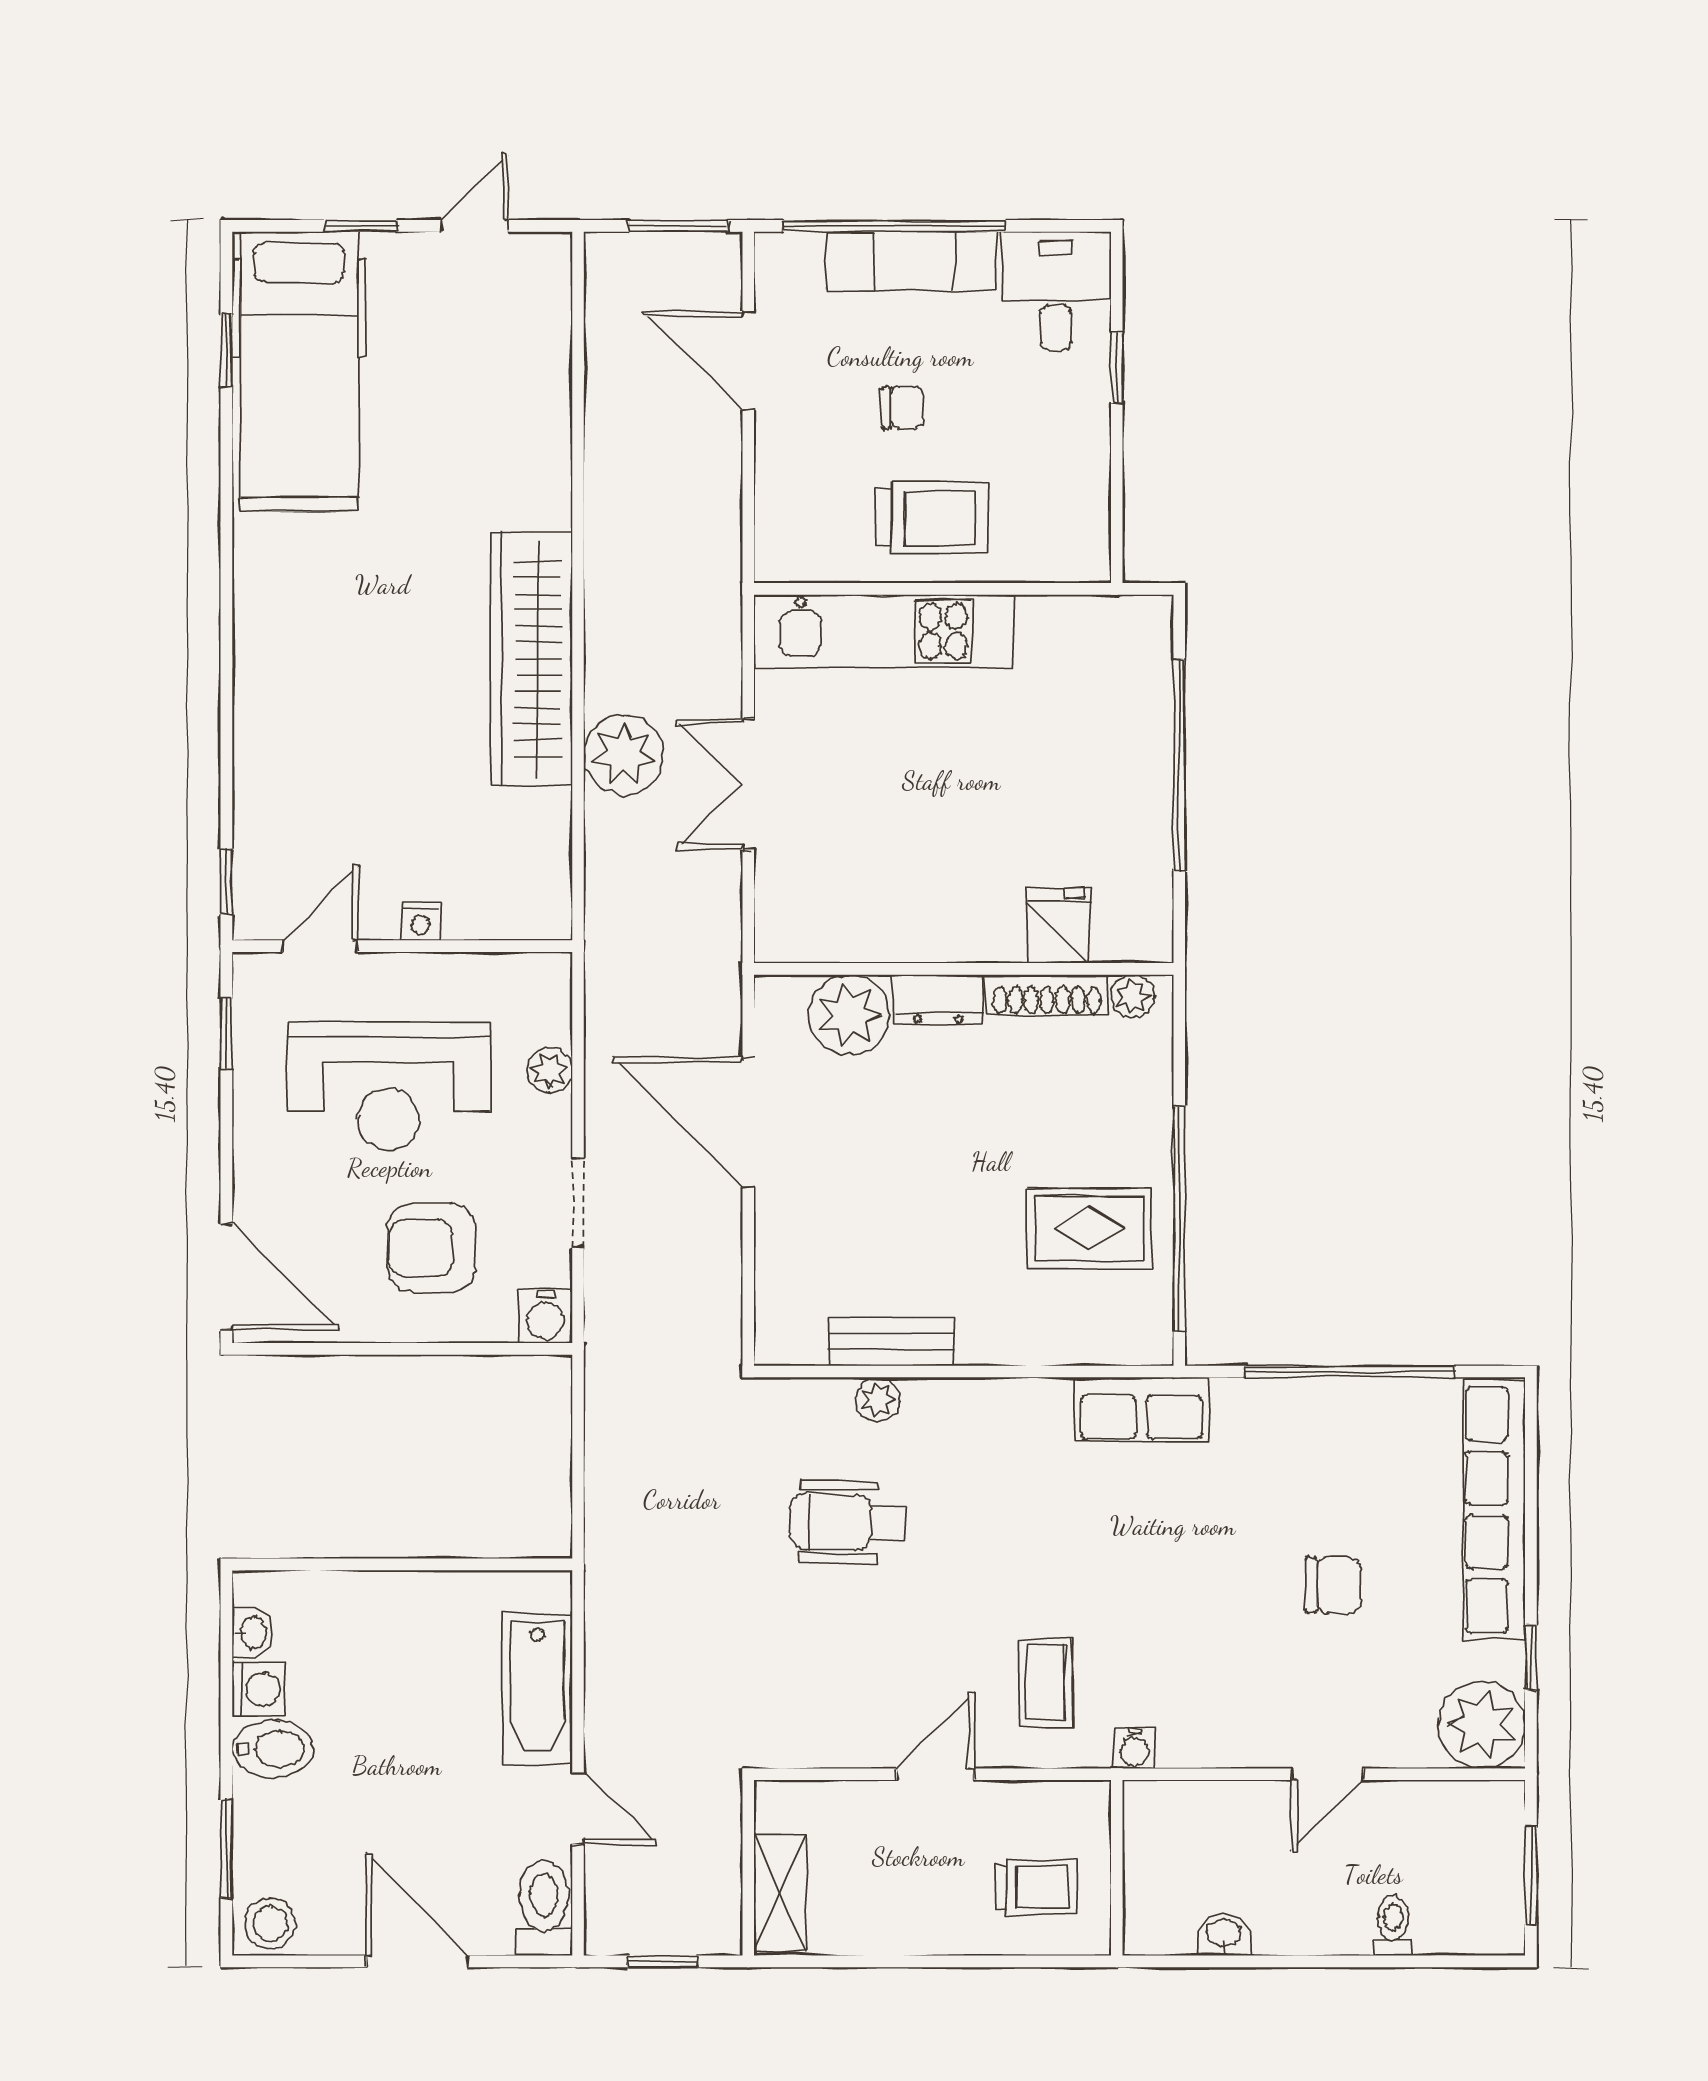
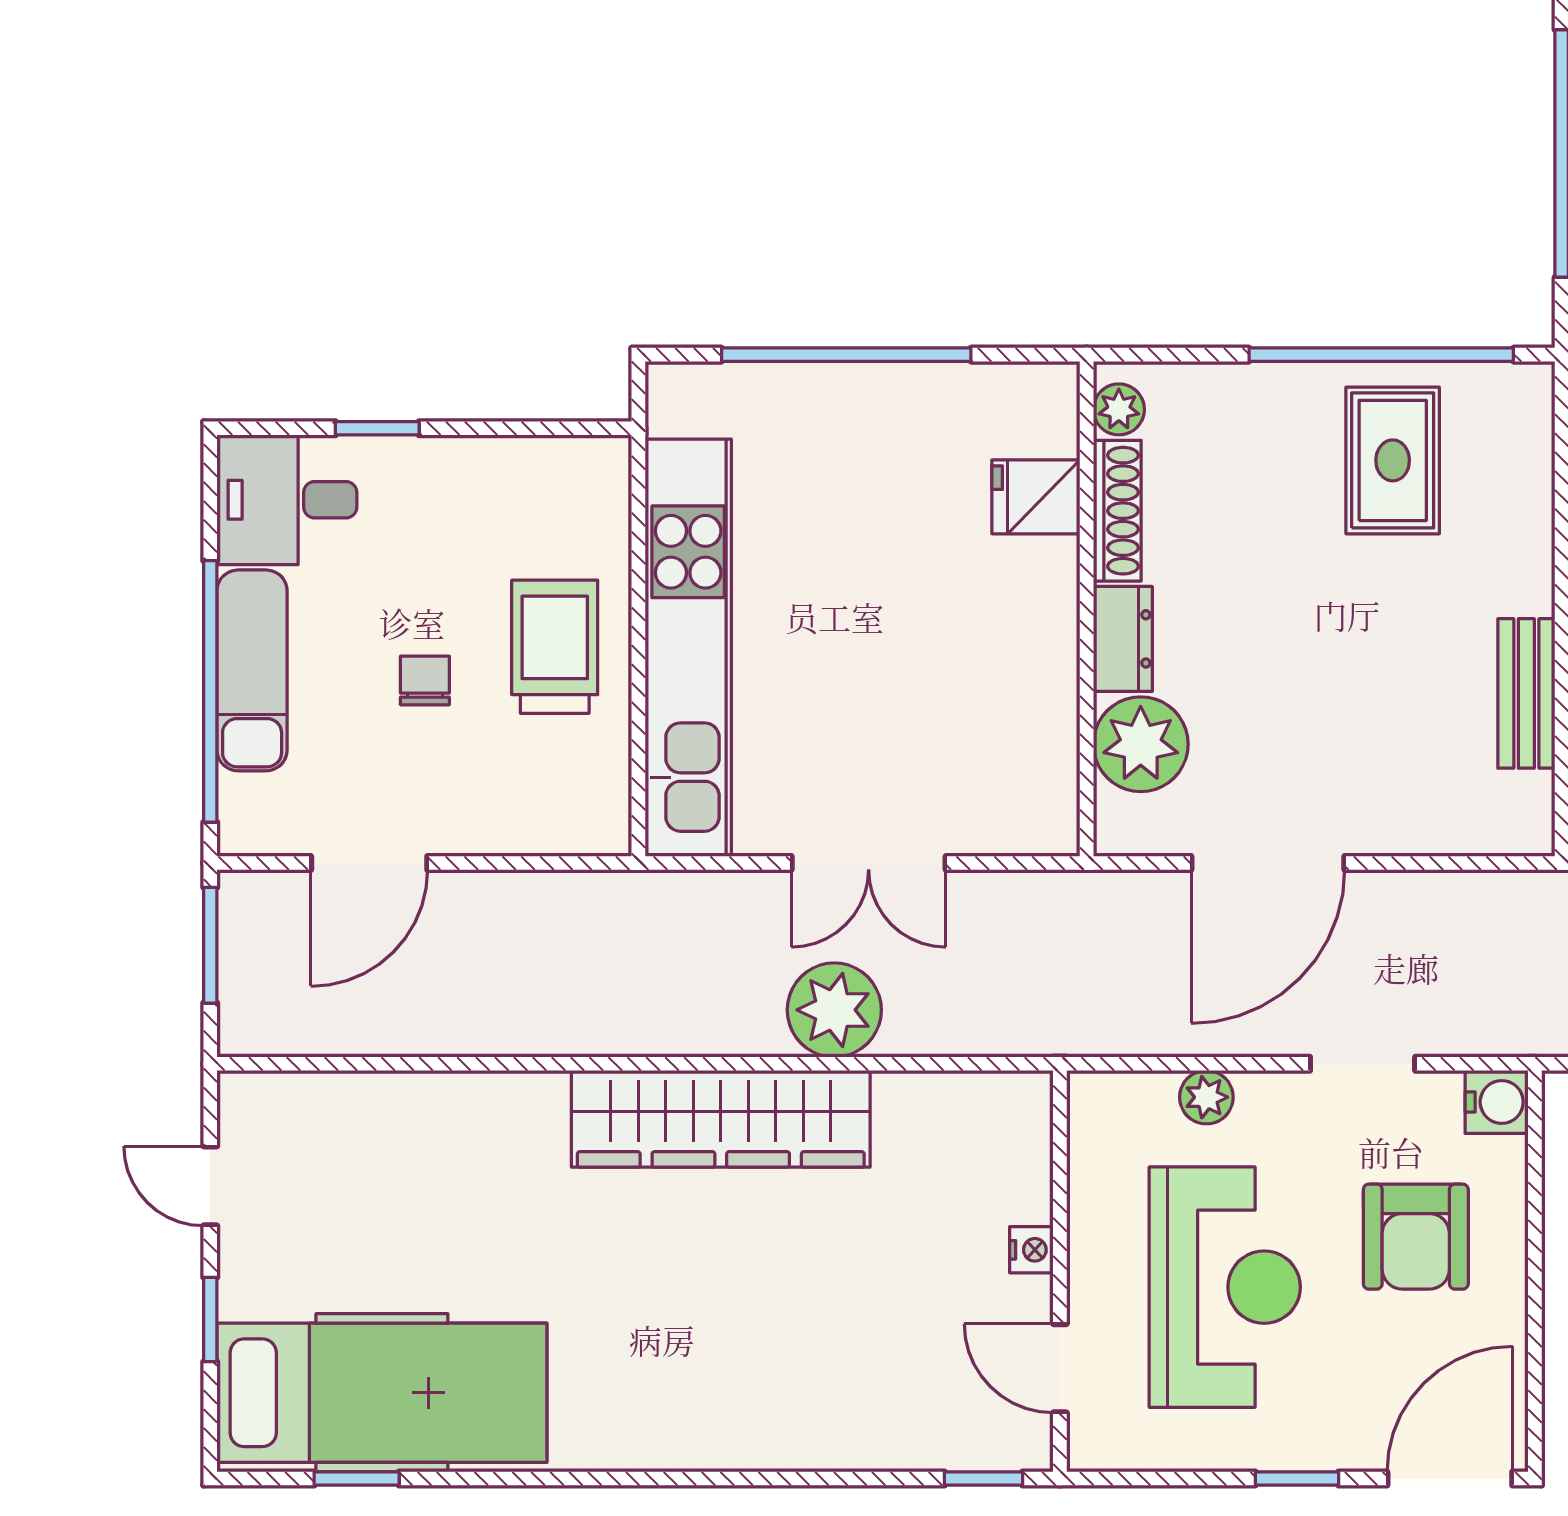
kitchen unit: (884, 631) -> (688, 648), width x1.36
window: (226, 1034) -> (1297, 1479), moved

